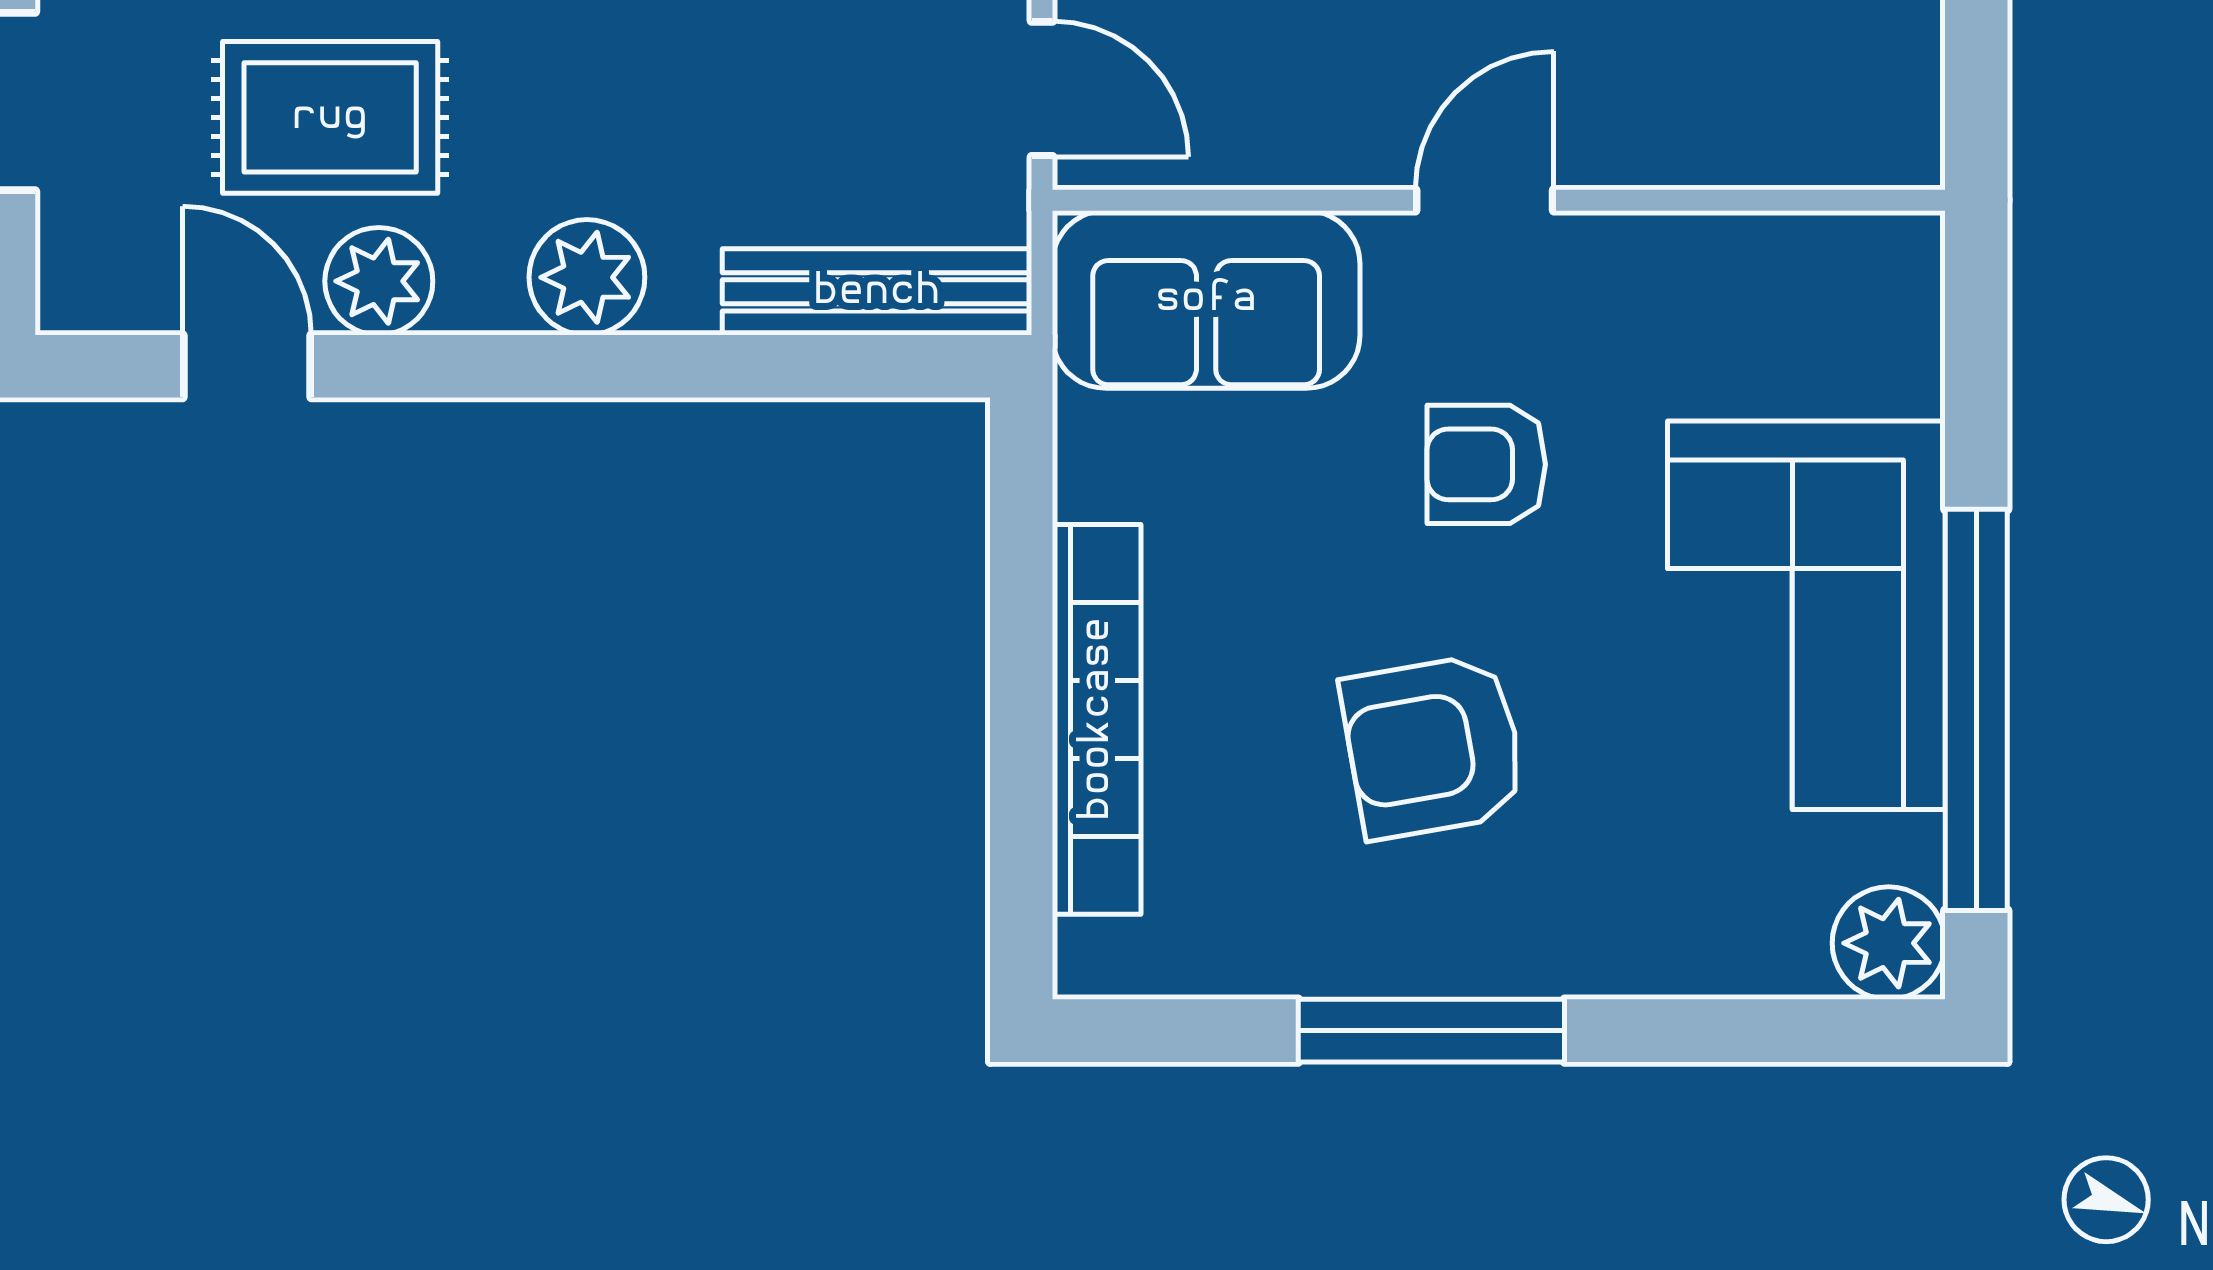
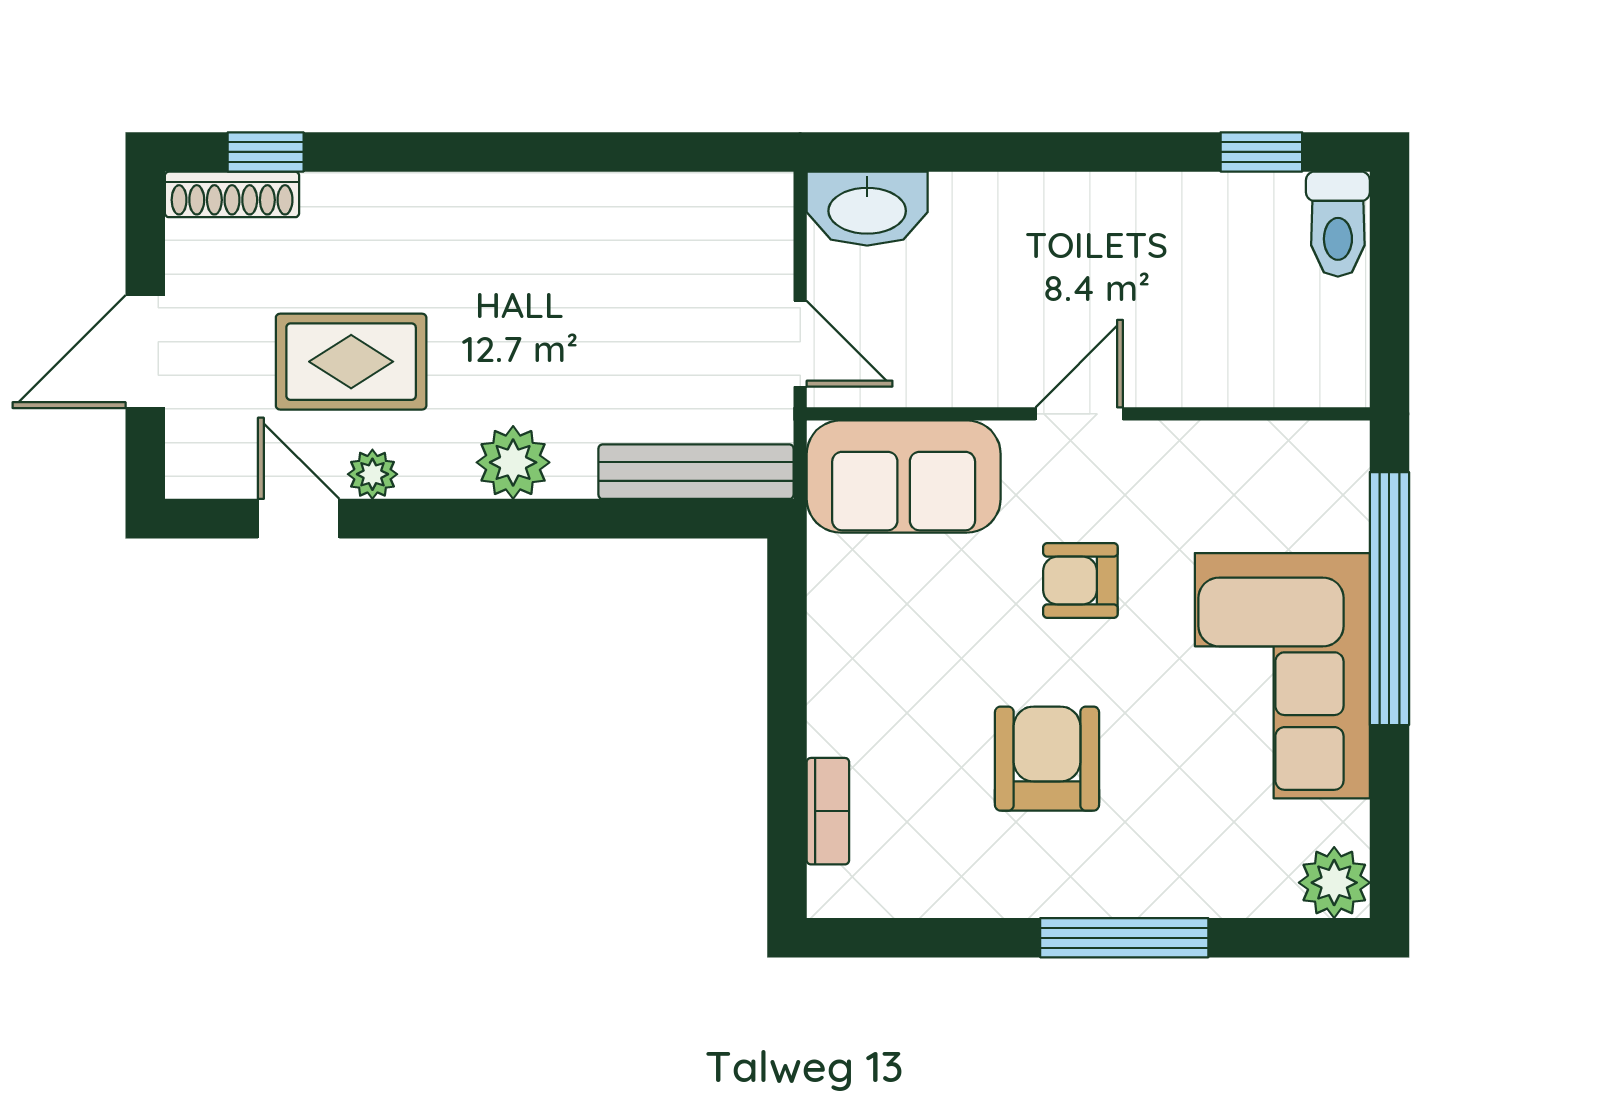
plant: (379, 281) -> (372, 474), width x0.73, depth x0.73
window: (1976, 710) -> (1389, 599), moved
bookcase: (1097, 719) -> (828, 811), width x0.43, depth x0.76
armchair: (1433, 747) -> (1047, 759), turned 100
window: (1431, 1031) -> (1124, 938), moved

